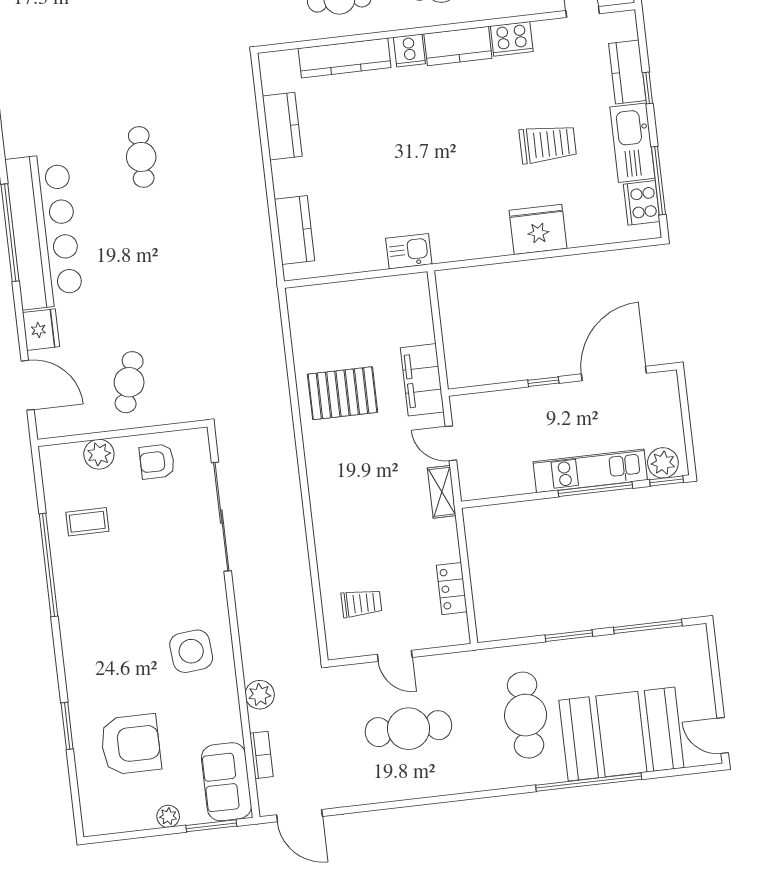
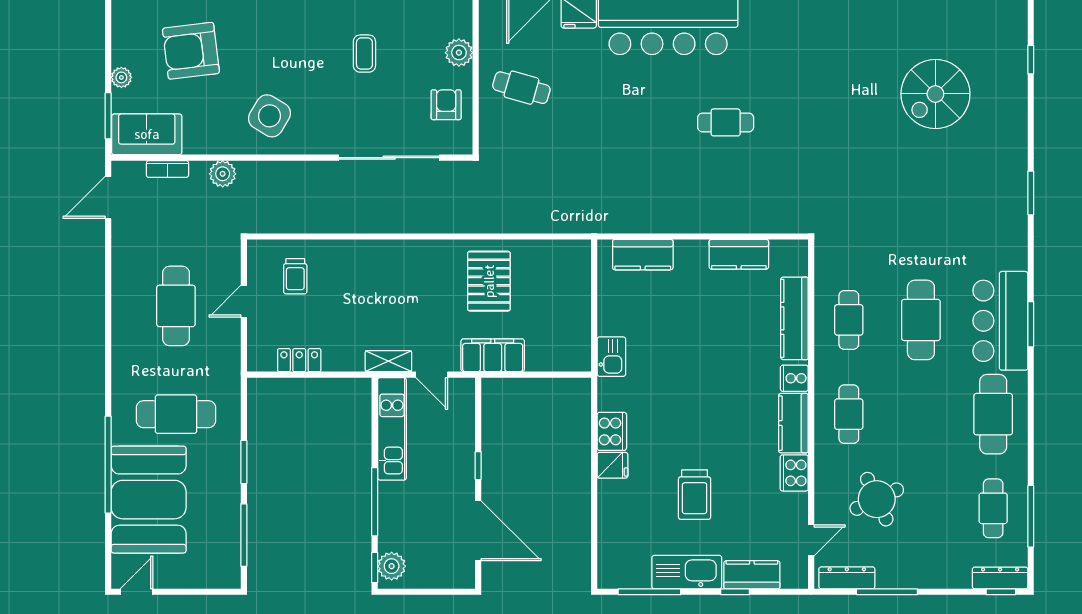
cooker: (642, 203) -> (612, 431), moved, turned 90
fridge: (538, 229) -> (612, 465), width x0.53, depth x0.75
door: (451, 443) -> (432, 375), swing flipped
kitchen unit: (590, 471) -> (392, 429), moved
coffee table: (87, 522) -> (364, 54), moved
side table: (191, 651) -> (270, 116), turned 36
armchair: (131, 744) -> (191, 51), turned 83

